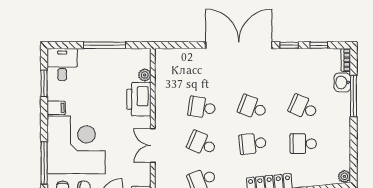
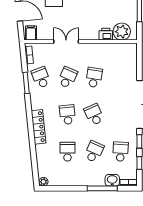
school desk: (303, 71) -> (121, 152), added
plant: (145, 75) -> (122, 32), width x1.88, depth x1.88
printer: (139, 99) -> (106, 34), width x0.53, depth x0.68
school desk: (253, 107) -> (94, 115), turned -45

